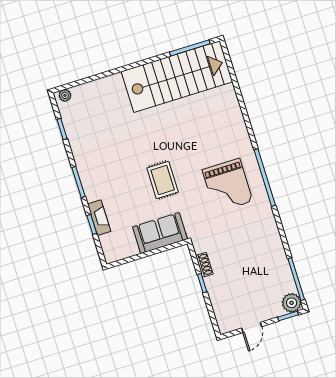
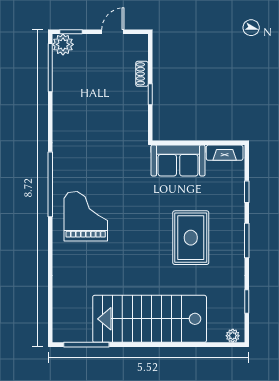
stairs: (177, 77) -> (150, 319), moved
rug: (163, 180) -> (191, 238), moved, width x1.36, depth x1.43
grand piano: (228, 185) -> (86, 216), moved
fireplace: (99, 218) -> (225, 153), moved, turned -90
shoe rack: (204, 265) -> (142, 74), moved

